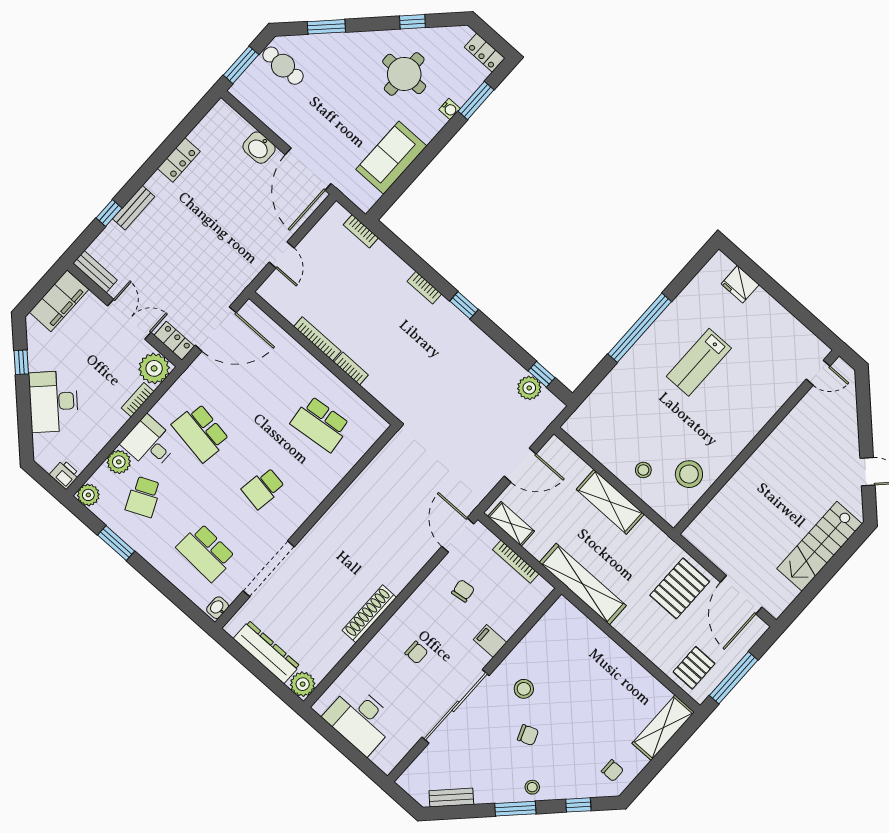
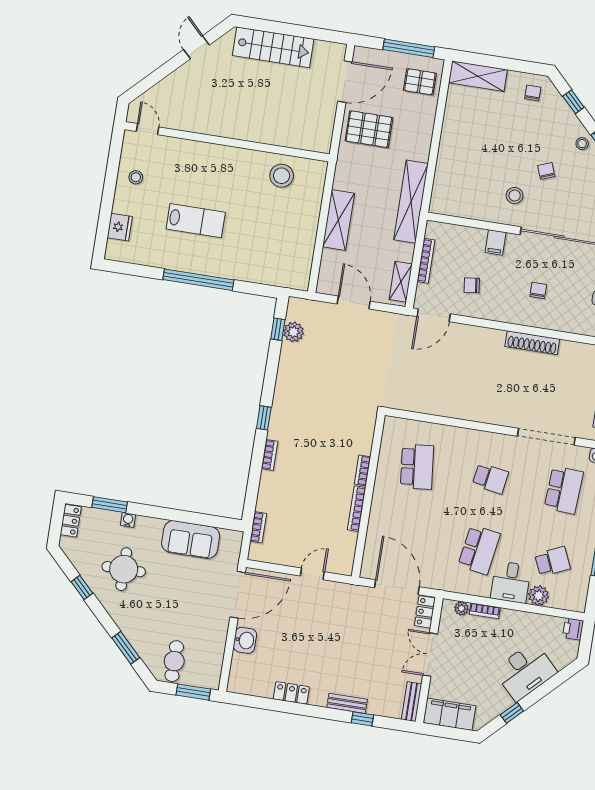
plant: (154, 368) -> (461, 608), width x0.53, depth x0.53
stool: (643, 470) -> (136, 177), moved
plant: (88, 495) -> (577, 602), removed

